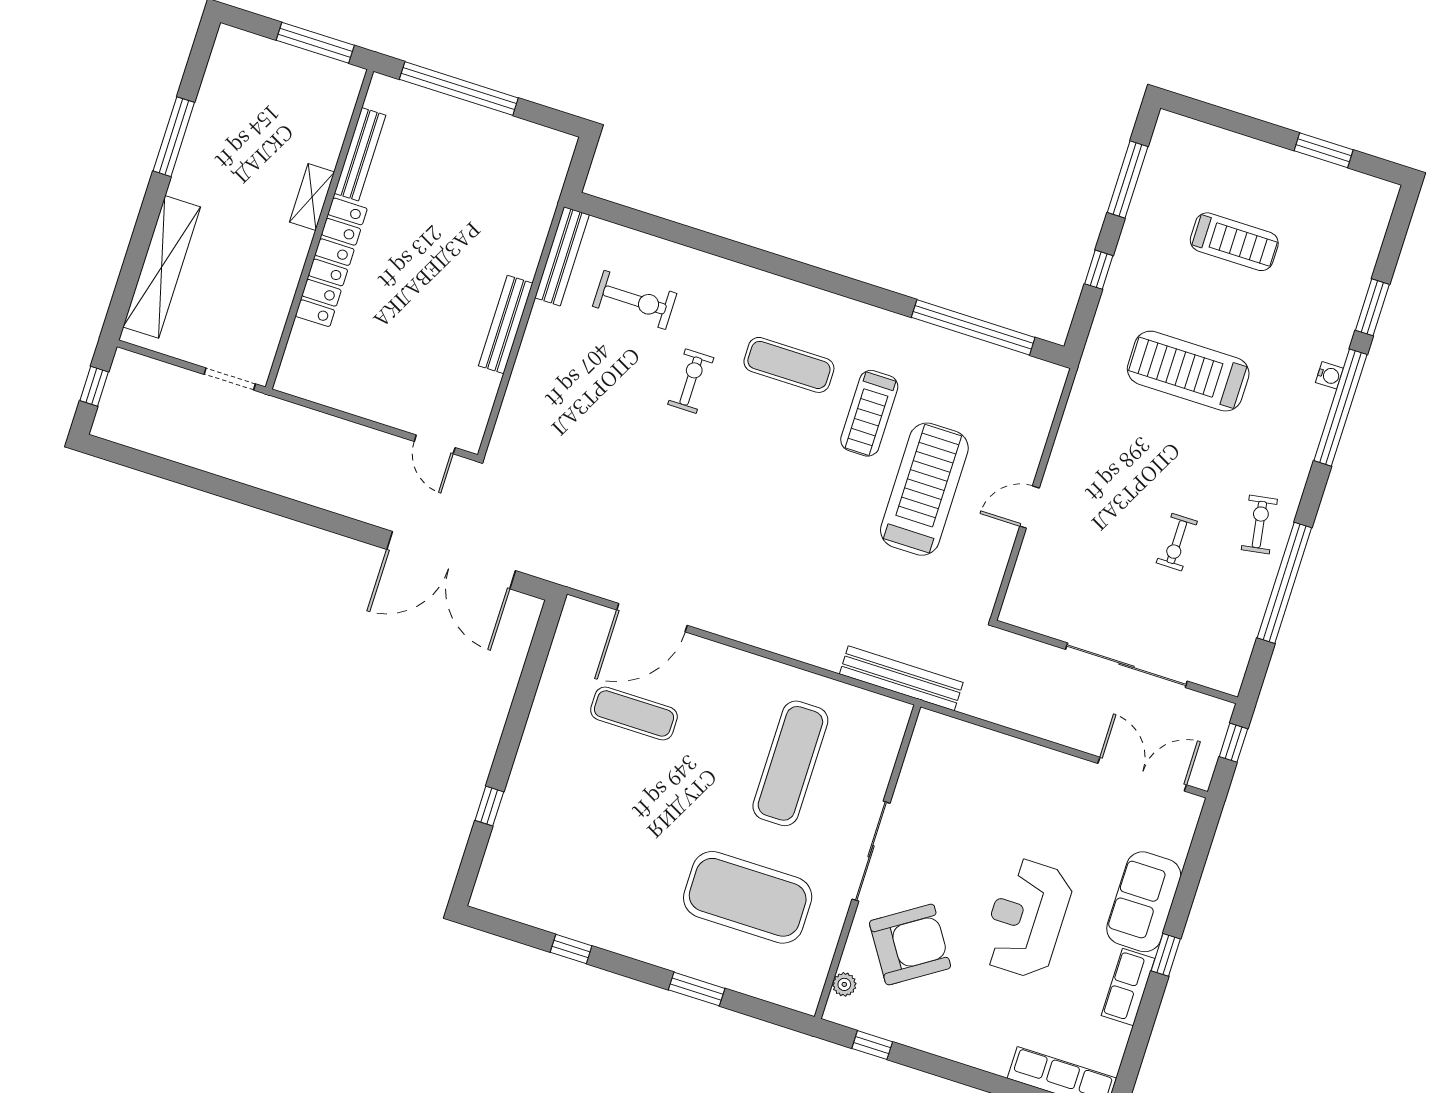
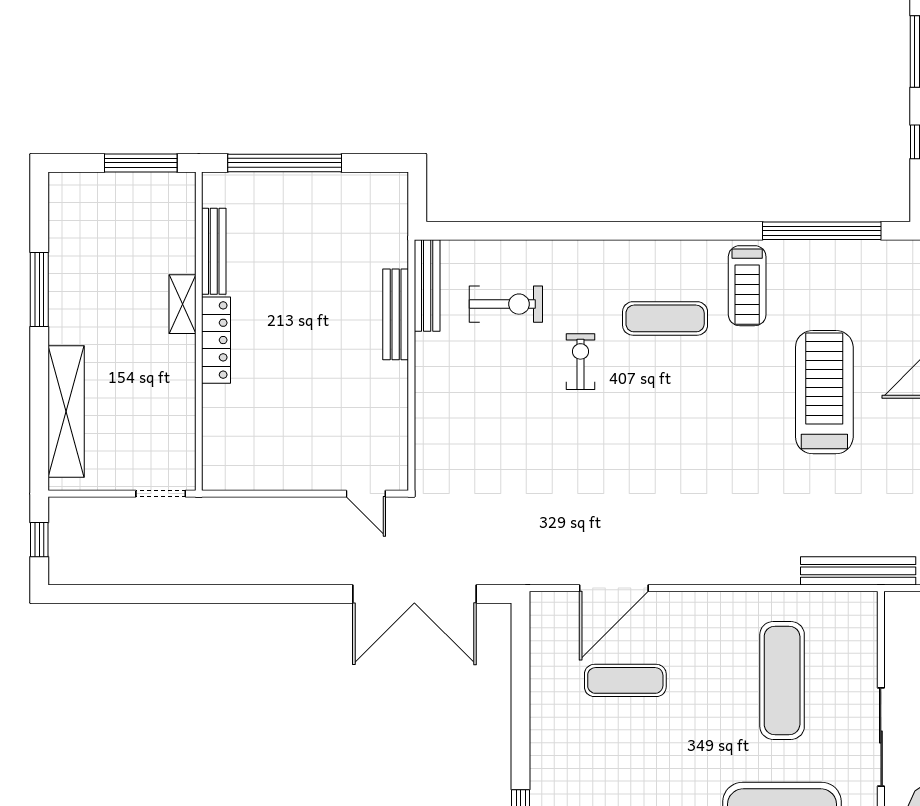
locker: (331, 262) -> (216, 340), width x0.71, depth x0.83
bench: (506, 324) -> (396, 314), moved
treadmill: (869, 413) -> (747, 286), moved

